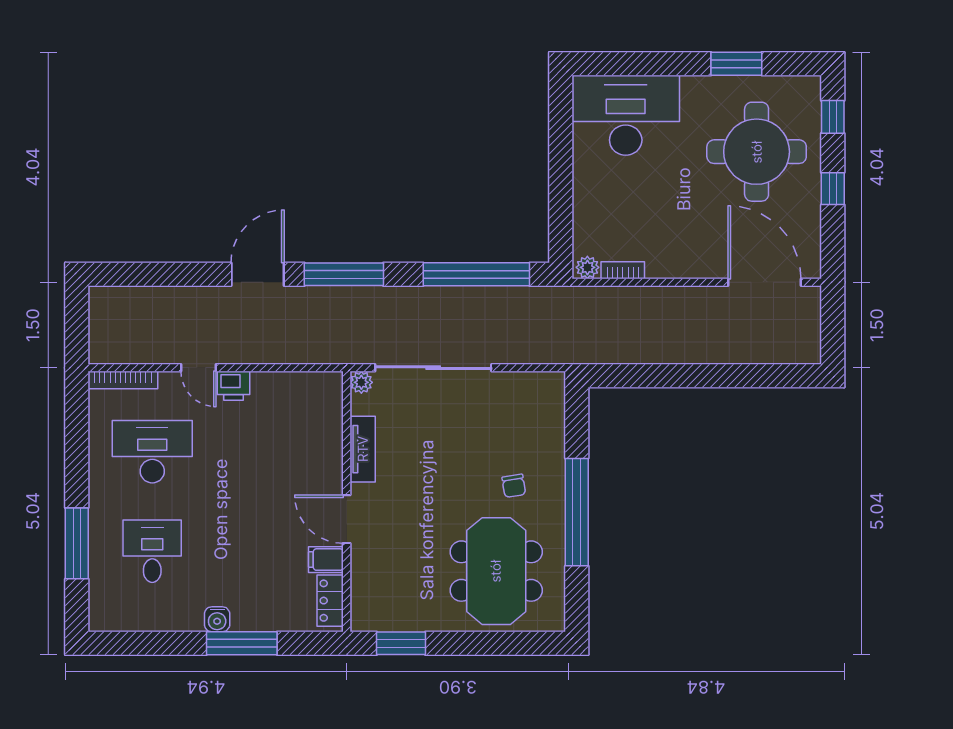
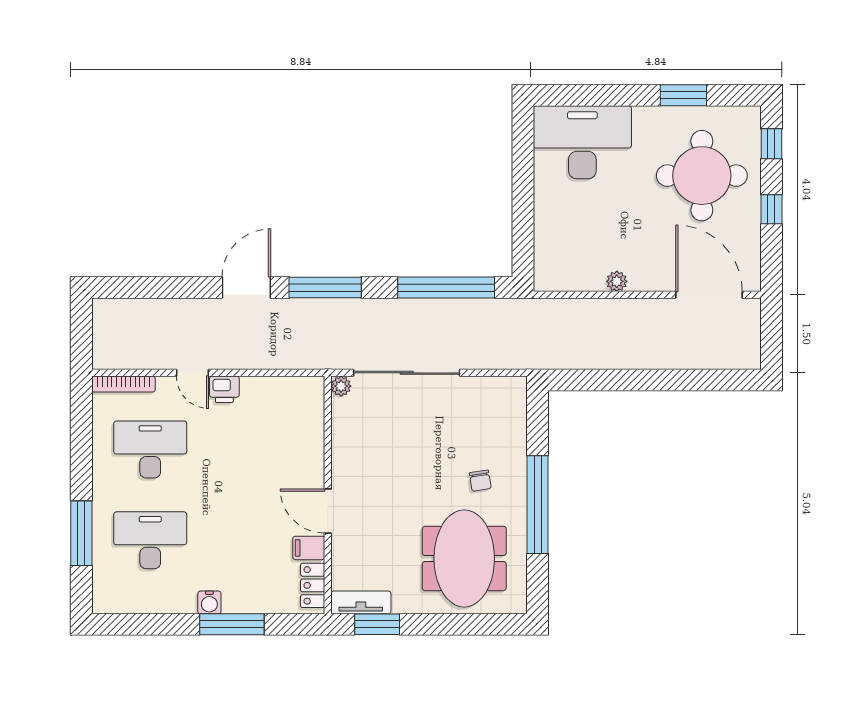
plant: (587, 267) -> (617, 281), moved
bookcase: (623, 270) -> (580, 284), removed
tv unit: (363, 449) -> (361, 602), moved, turned -90
desk: (152, 551) -> (150, 540), width x1.37

